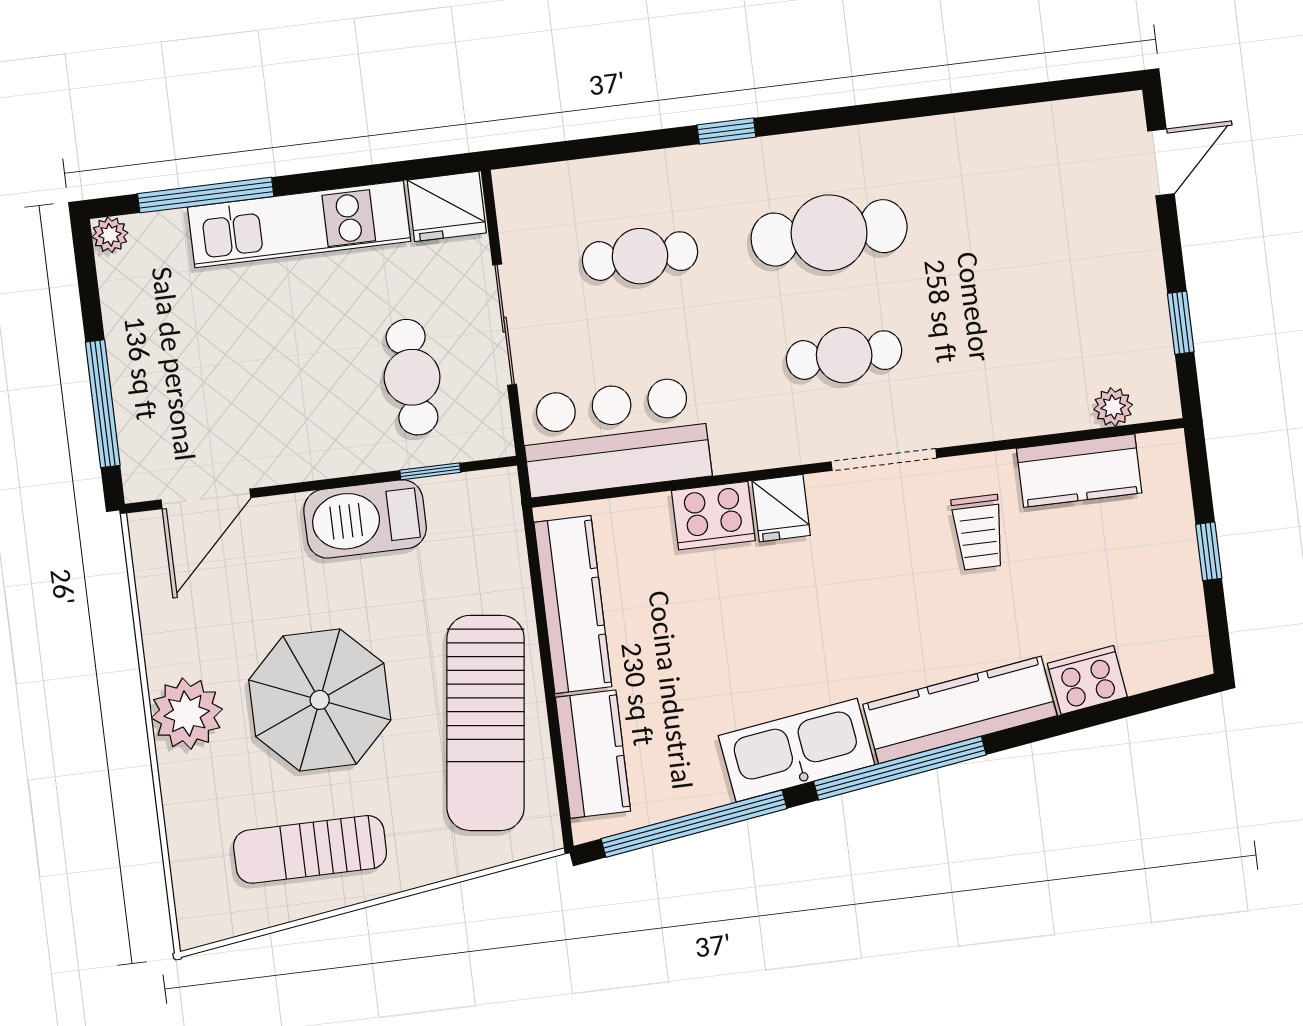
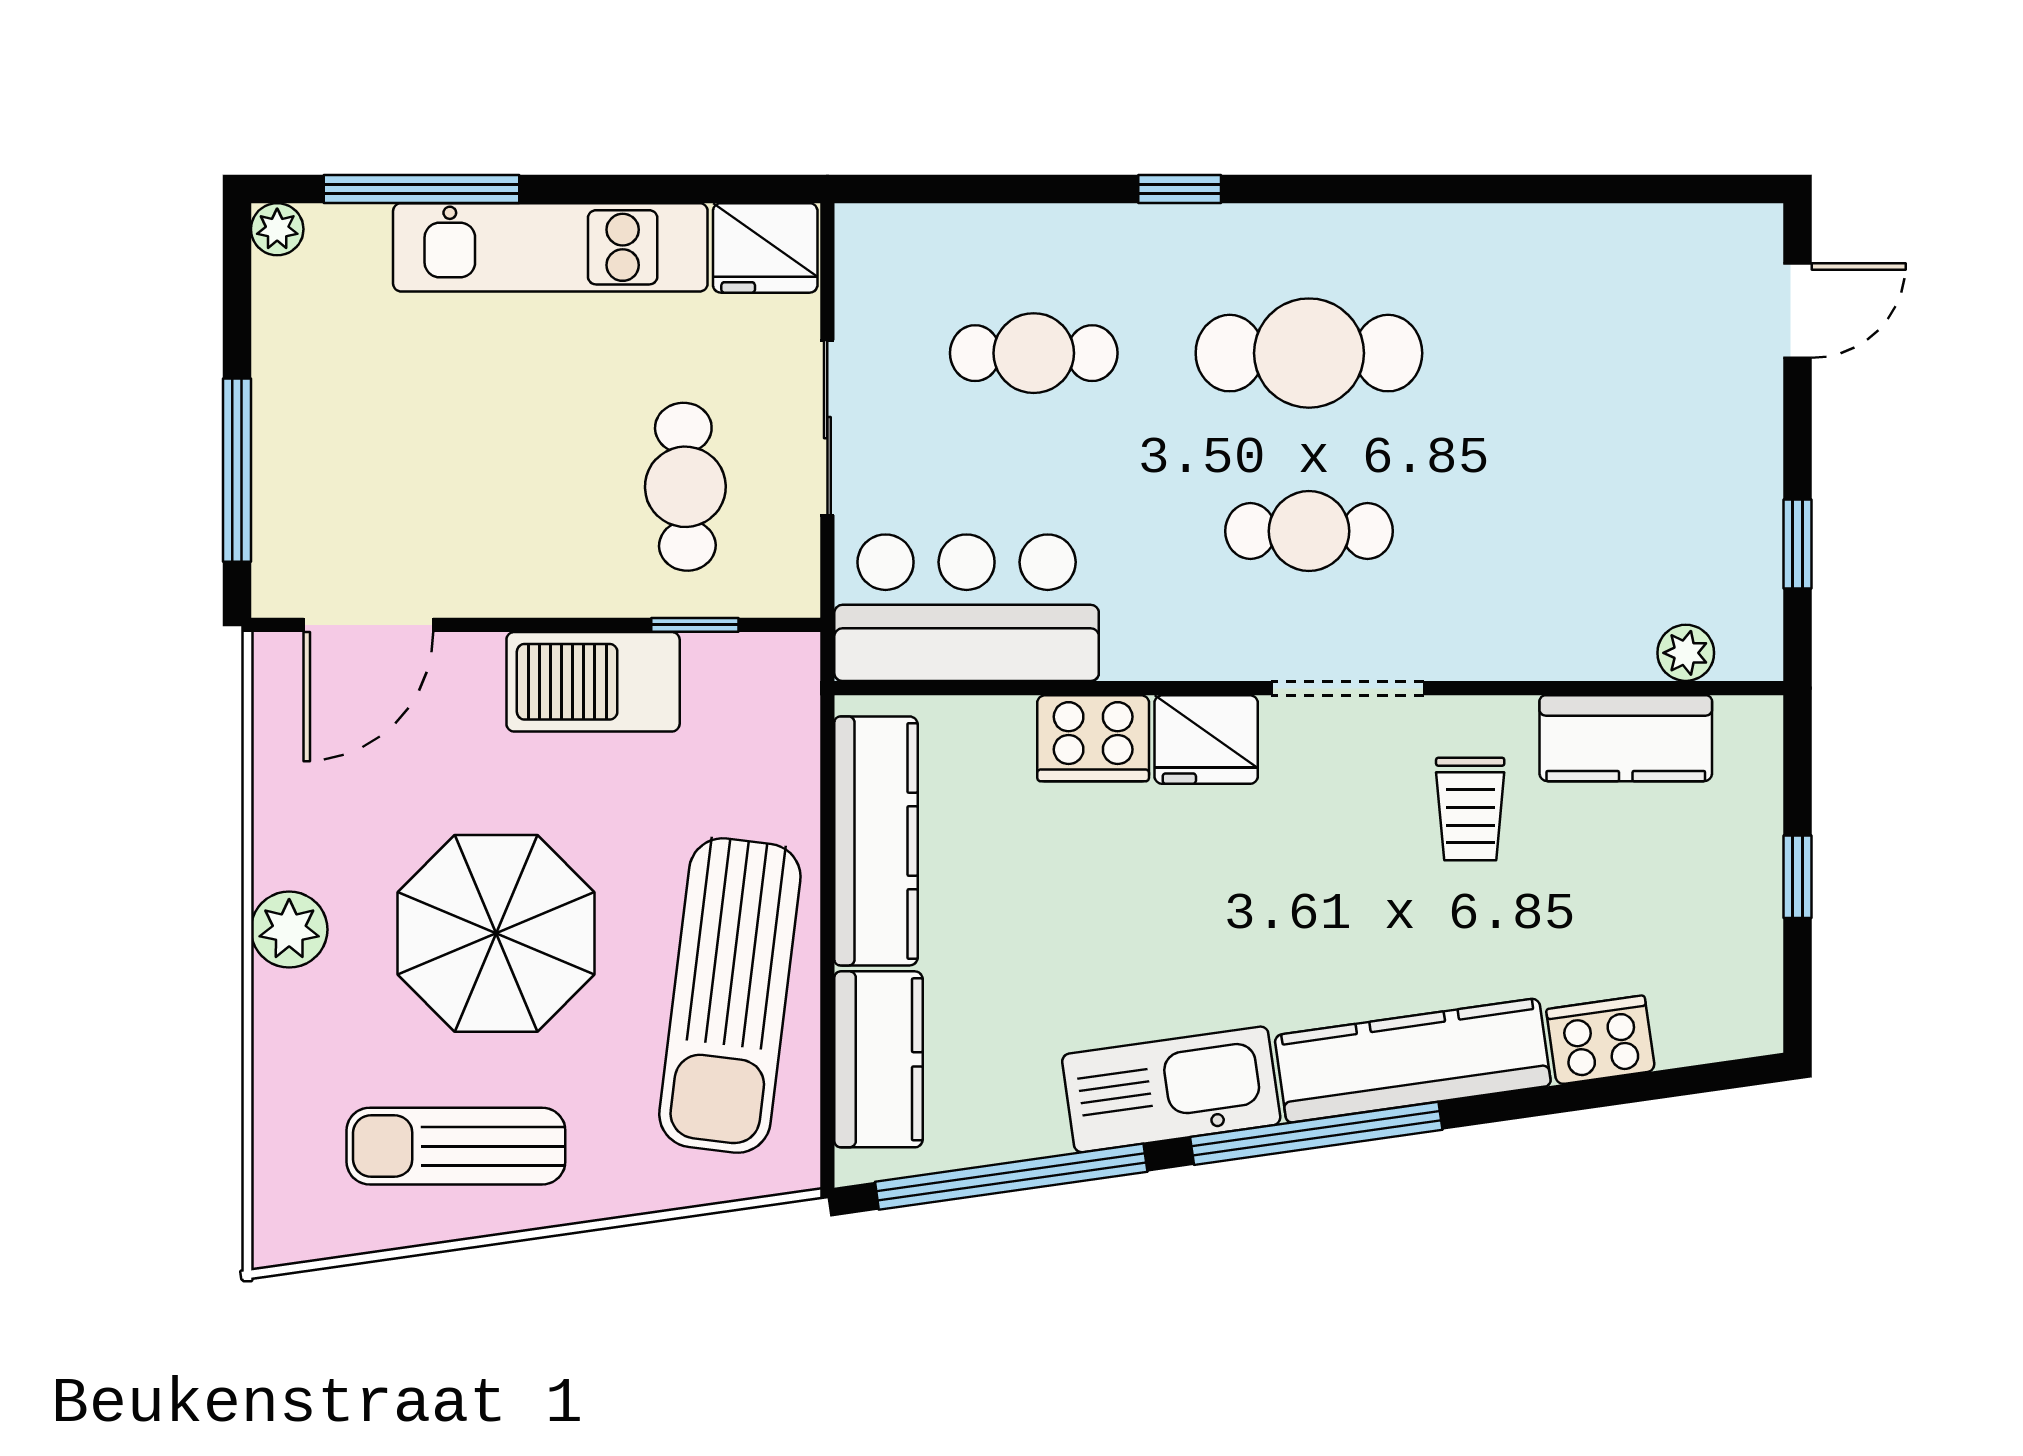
fridge: (781, 508) -> (1206, 740), width x1.38
plant: (187, 714) -> (289, 930), width x0.73, depth x0.73

